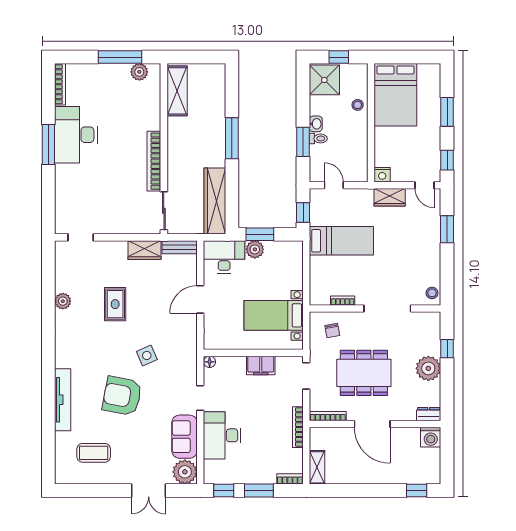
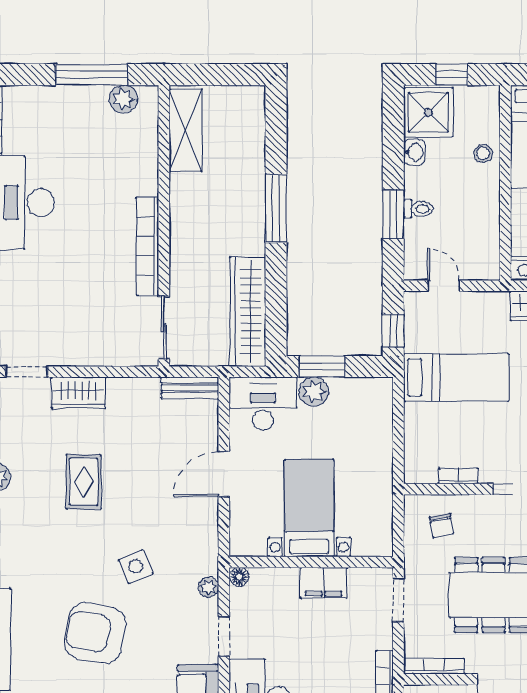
washbasin: (316, 124) -> (414, 152), moved
wardrobe: (145, 250) -> (78, 393), moved
bed with nightstands: (274, 315) -> (309, 508), moved, turned 90
plant: (191, 368) -> (208, 587), added

